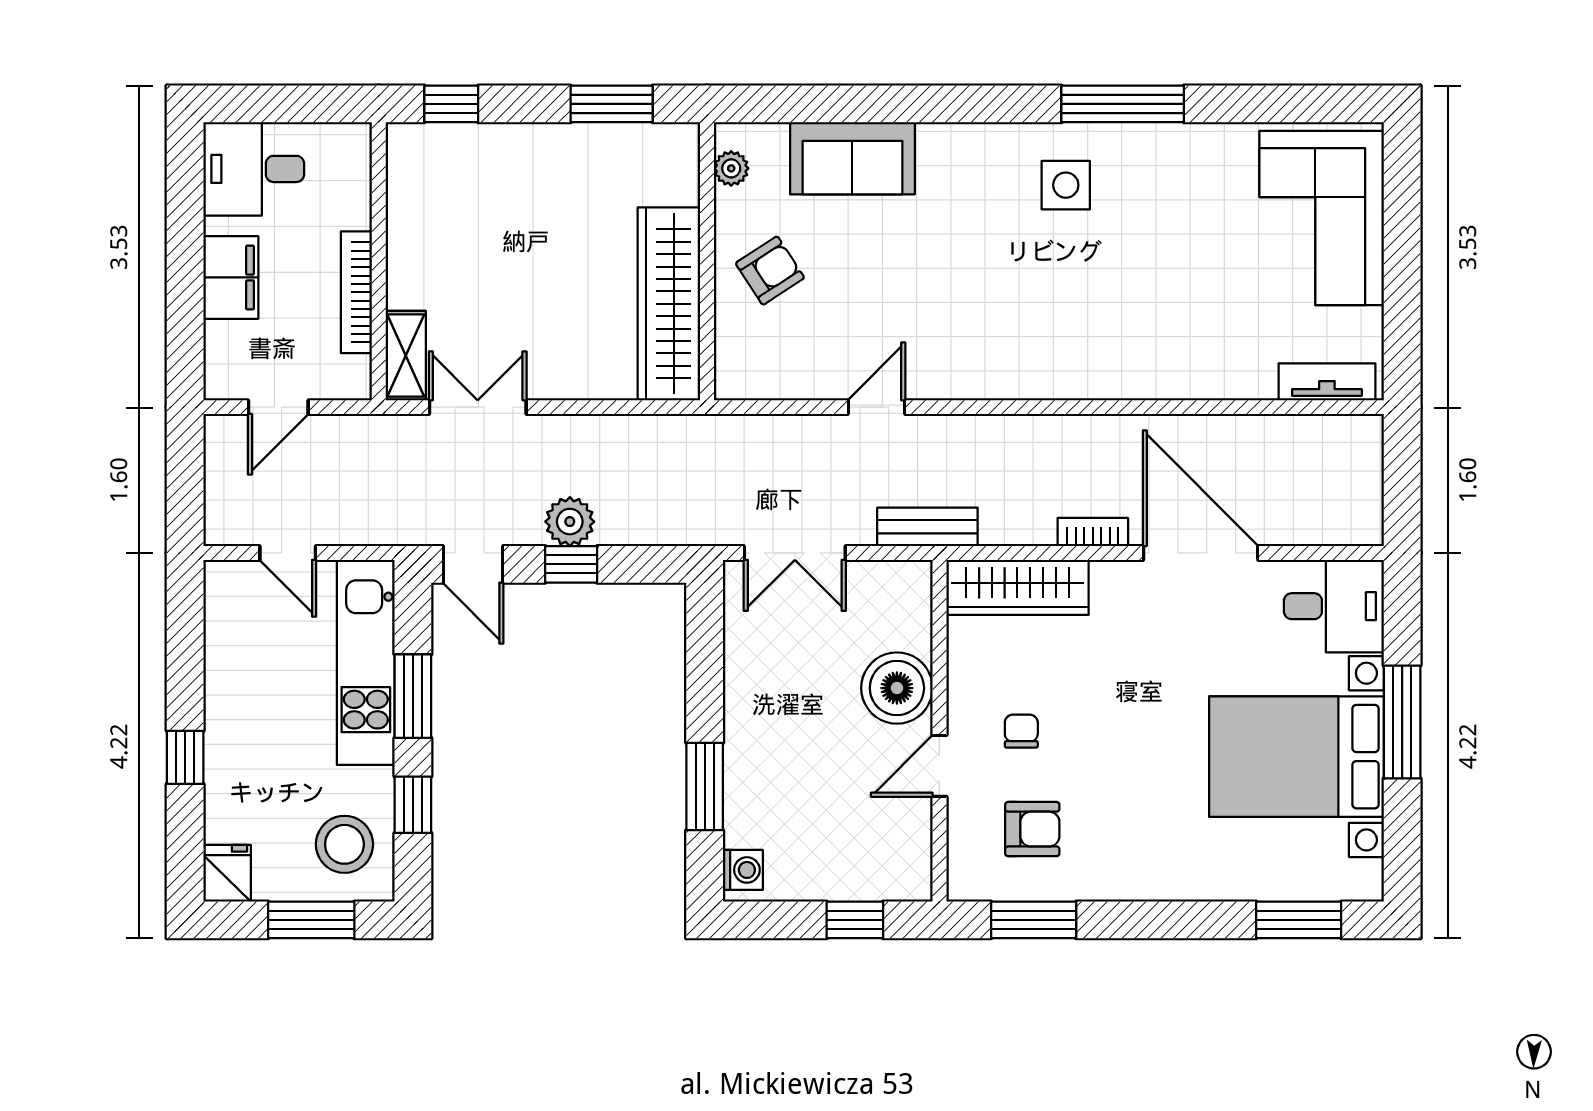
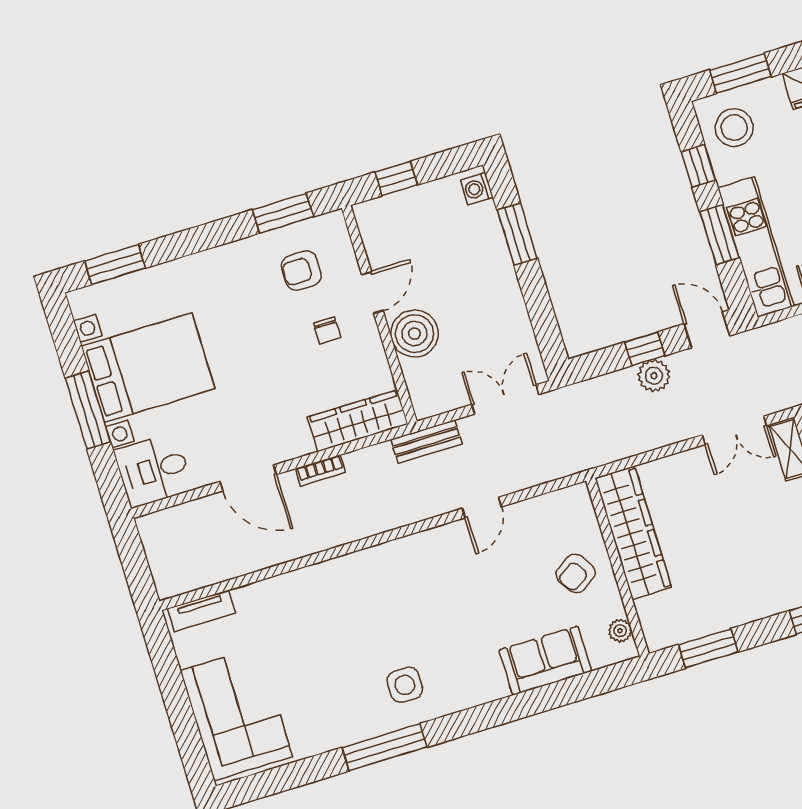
door: (1201, 553) -> (248, 478), width x0.73

